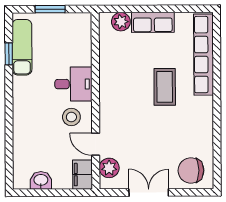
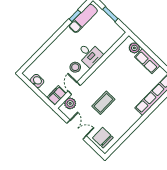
coffee table: (165, 87) -> (103, 103), moved

